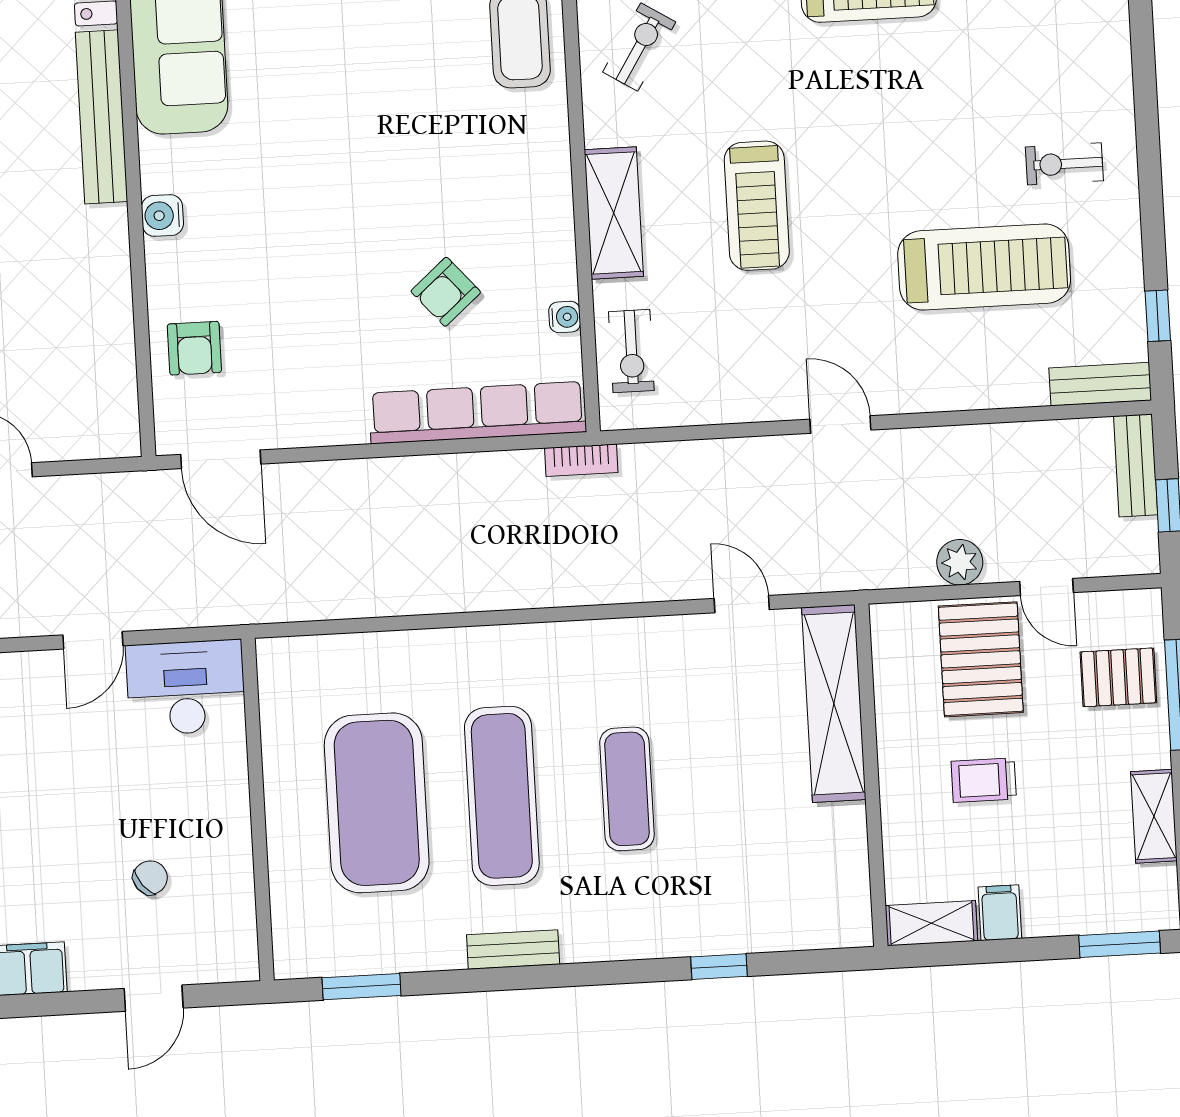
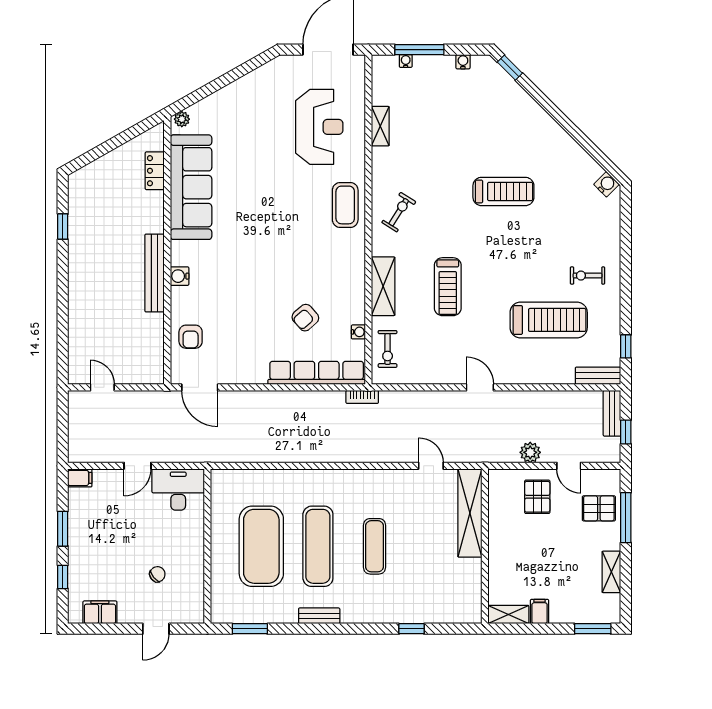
bench: (101, 117) -> (155, 273), moved
pallet: (981, 659) -> (537, 497), width x0.67, depth x0.71
trolley: (984, 780) -> (536, 551), removed

